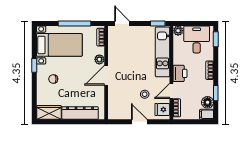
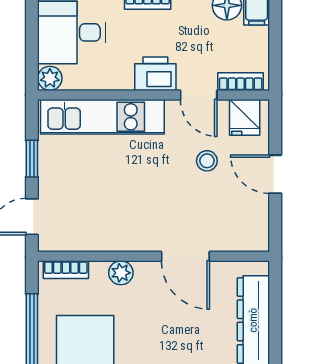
window: (158, 23) -> (32, 159), moved
door: (106, 75) -> (185, 256), moved
door: (139, 122) -> (275, 174), hinge flipped

